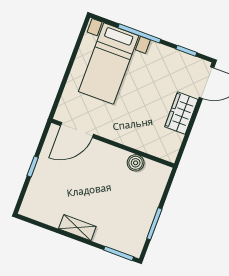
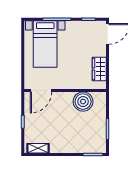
wardrobe: (181, 113) -> (99, 69), moved
boiler: (136, 163) -> (83, 102), width x1.86, depth x1.86
shelving: (77, 228) -> (38, 148), moved

